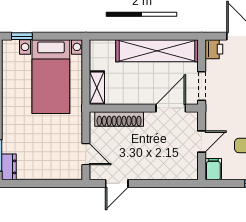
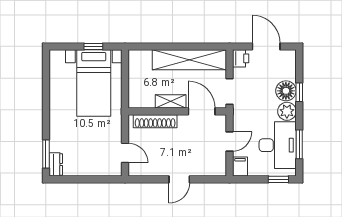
window: (22, 36) -> (93, 46), moved
shelving: (97, 88) -> (171, 101), moved, turned 90
door: (171, 108) -> (202, 111), hinge flipped
door: (117, 183) -> (179, 179), moved

